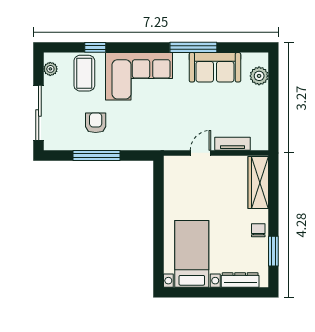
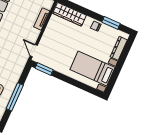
door: (201, 153) -> (34, 51), moved
window: (158, 181) -> (44, 69), added

